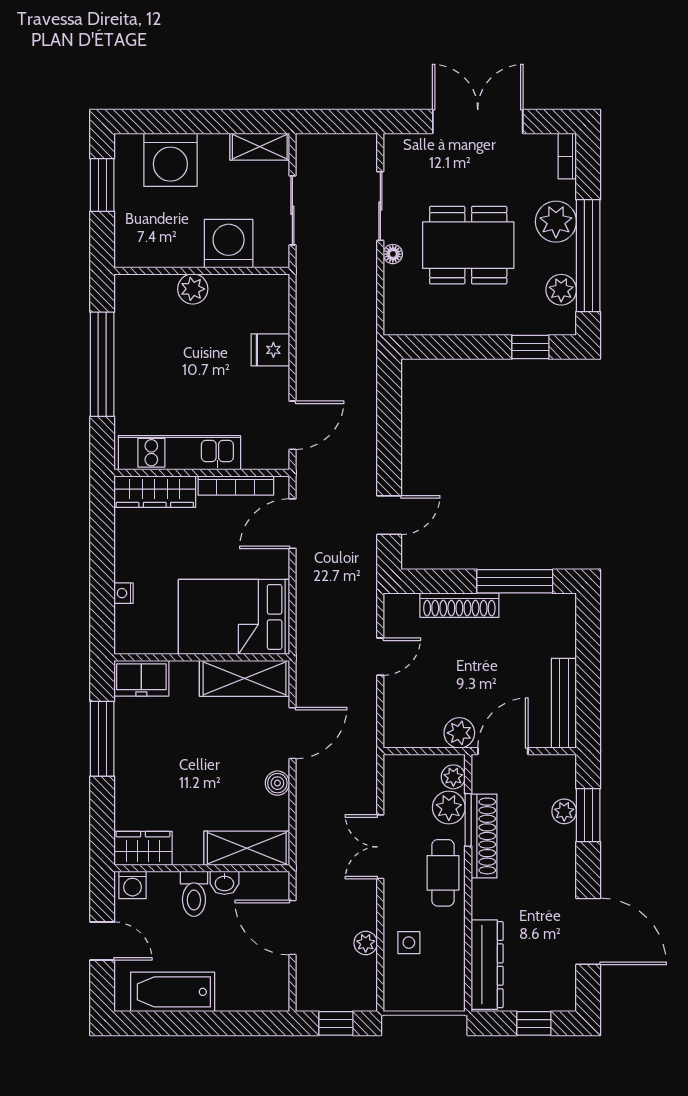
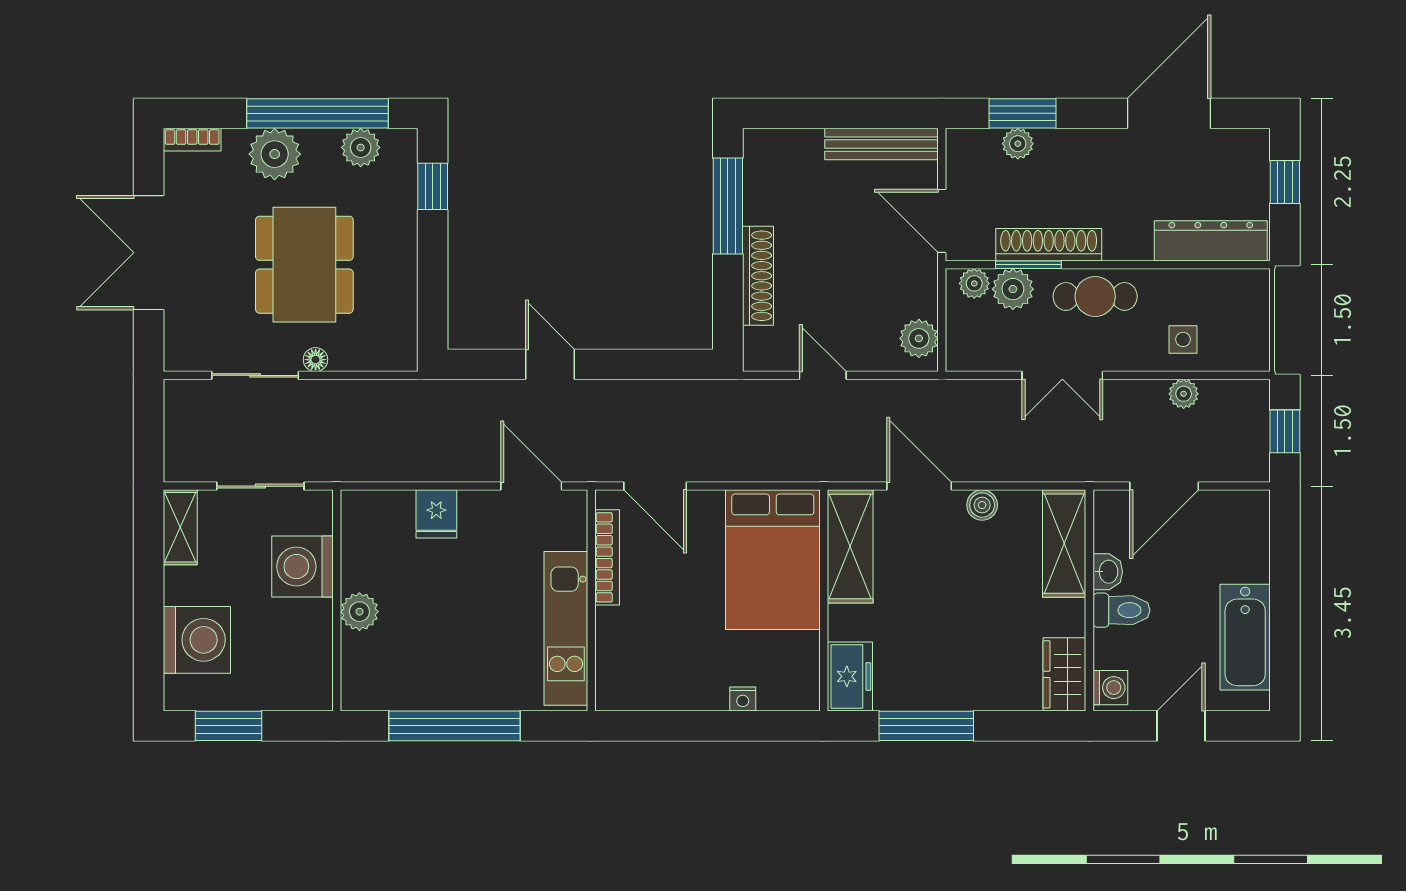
wardrobe: (155, 492) -> (615, 660), removed
door: (389, 515) -> (550, 364), moved
plant: (459, 733) -> (919, 338), moved

